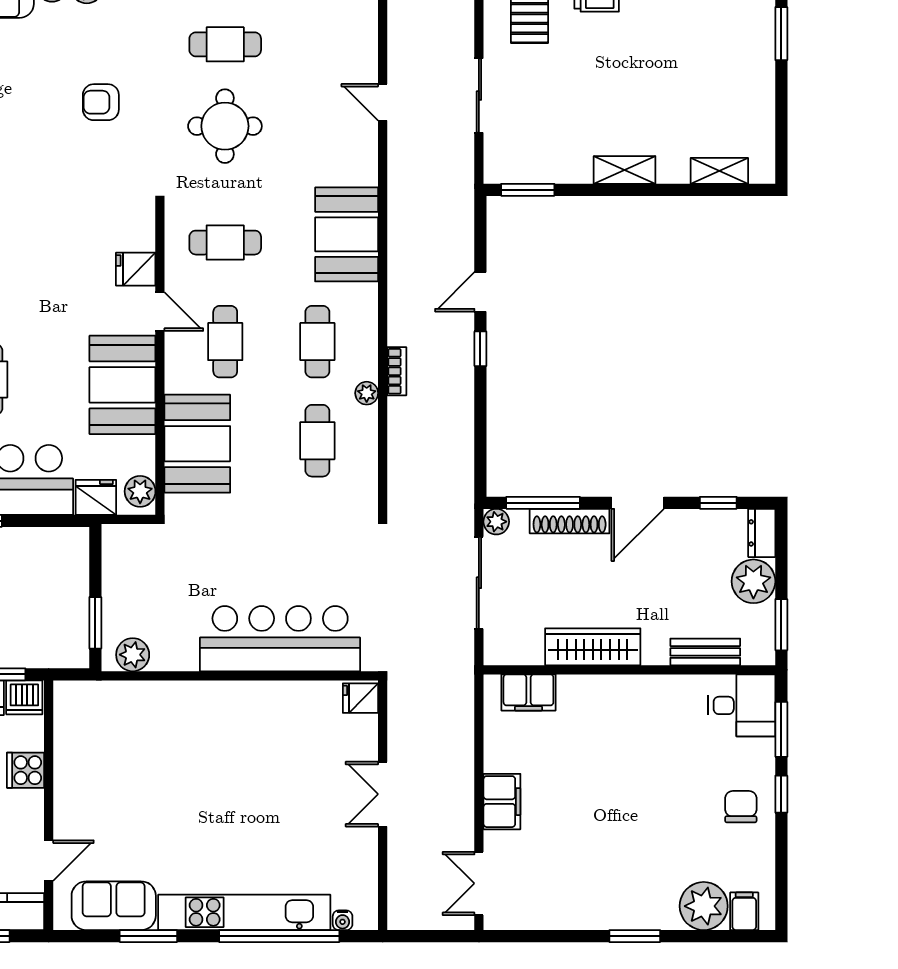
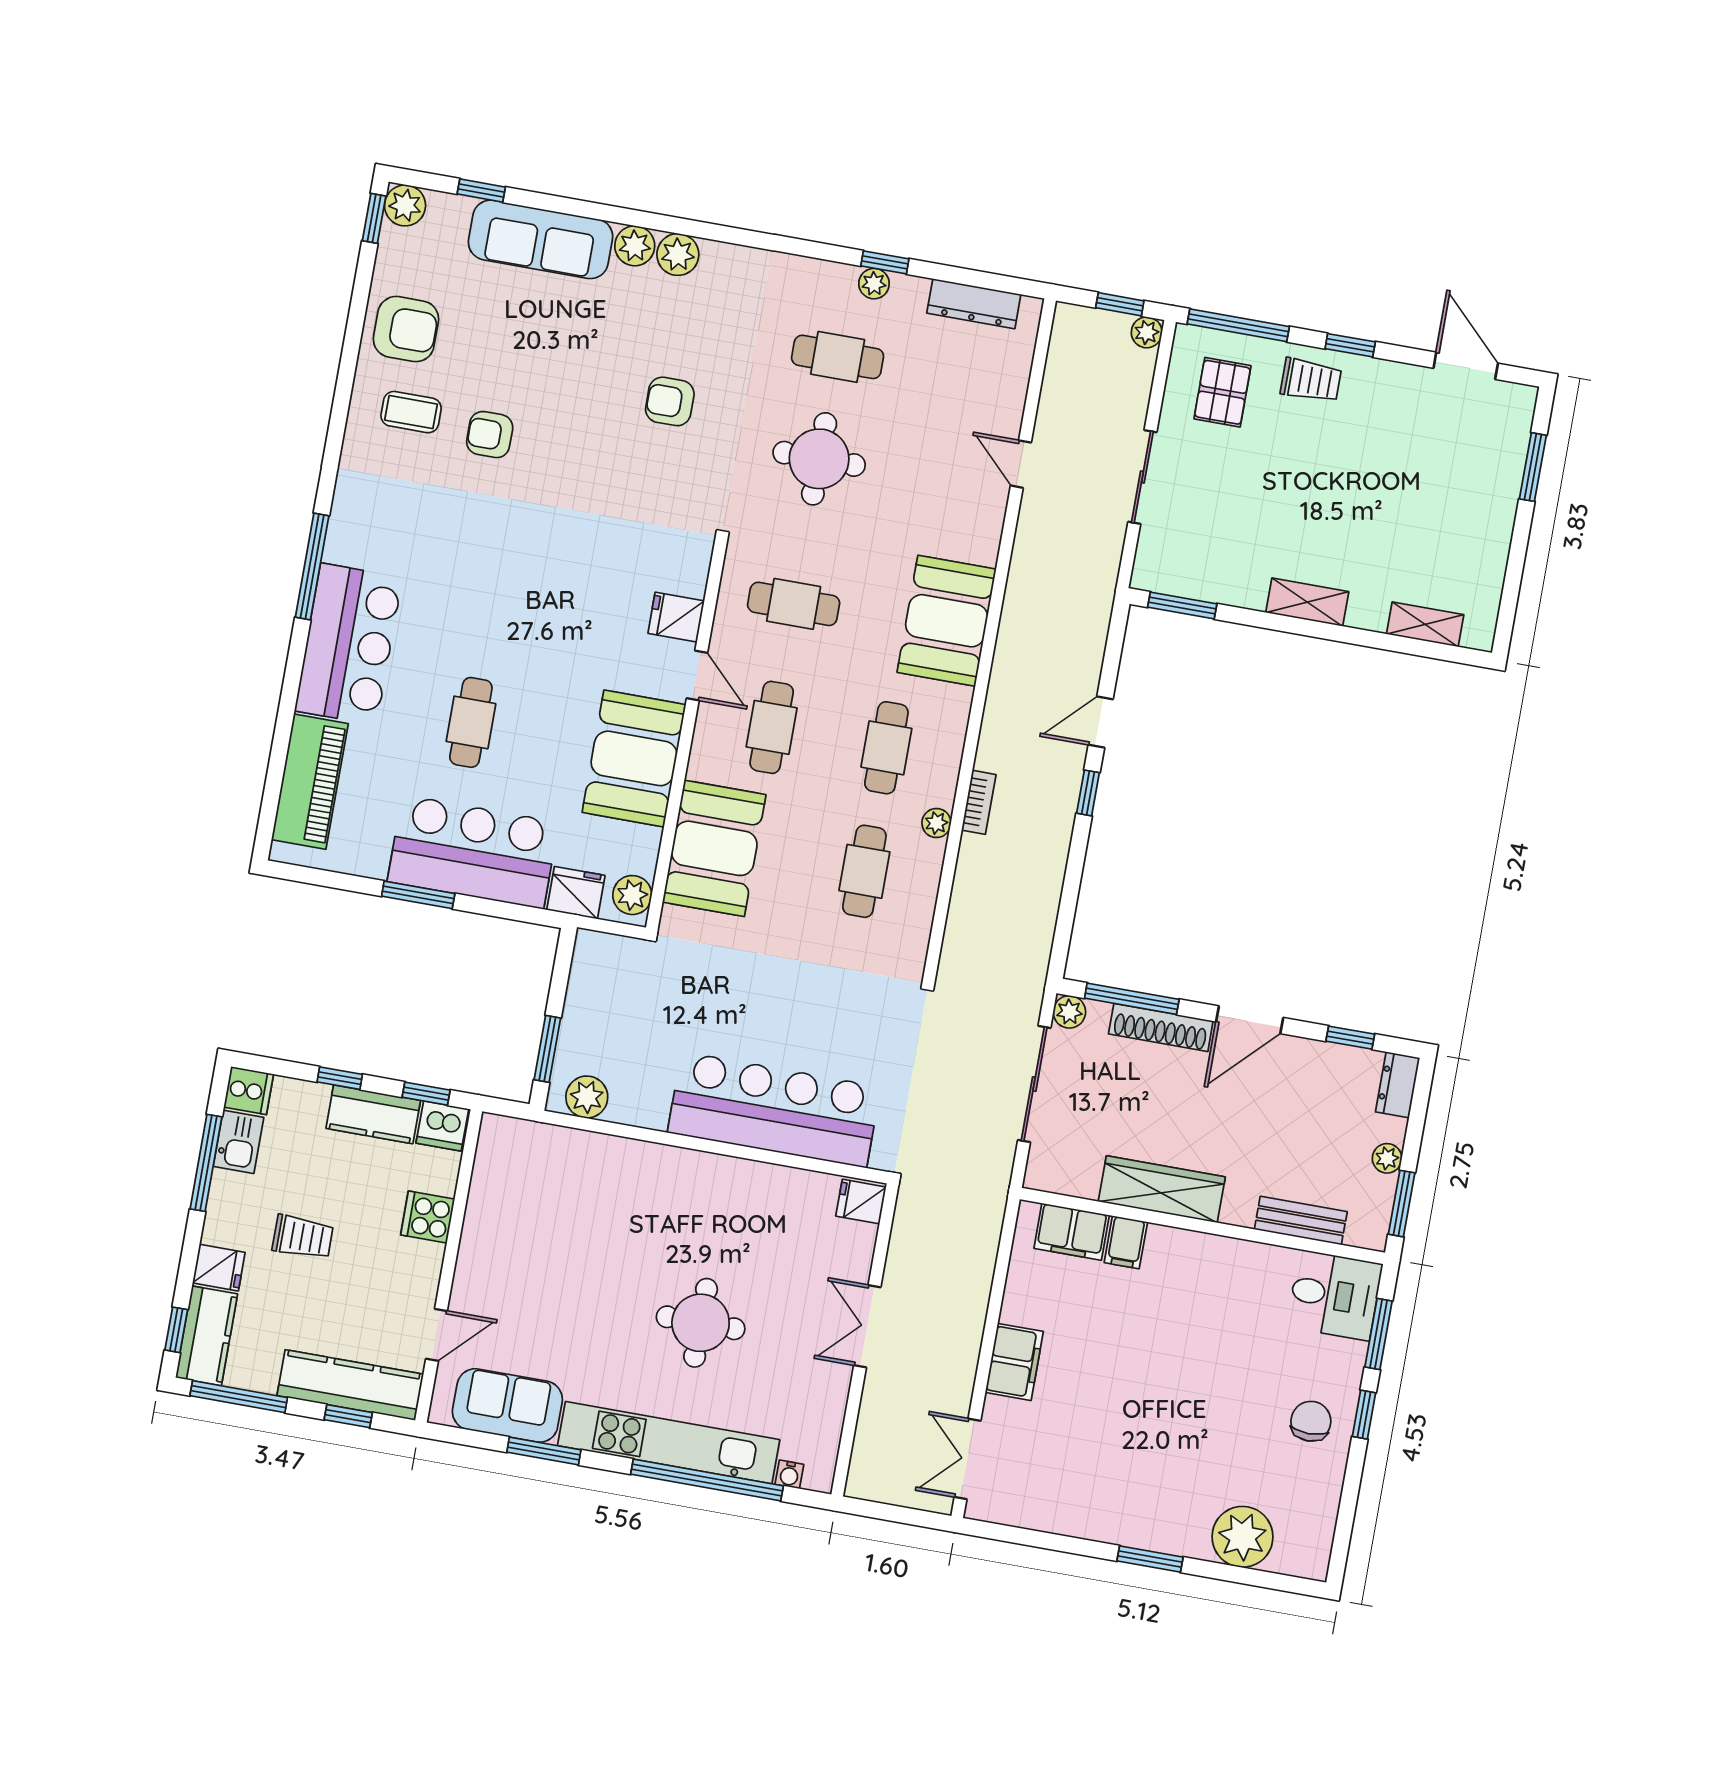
plant: (753, 581) -> (1387, 1158), width x0.53, depth x0.53
round table: (252, 815) -> (701, 1323), added
filing cabinet: (744, 911) -> (1126, 1242), moved, turned 180

